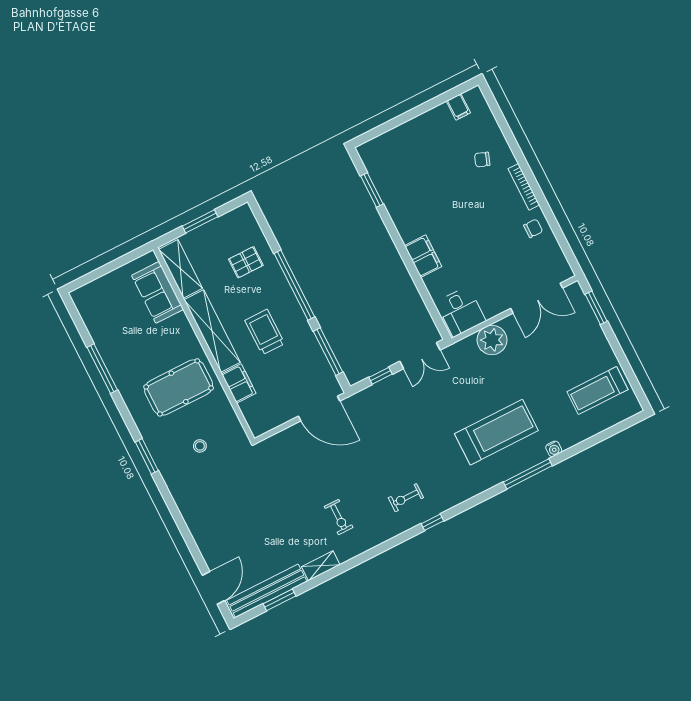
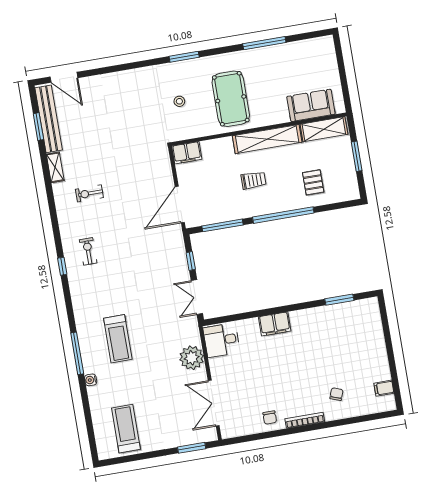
trolley: (265, 332) -> (253, 180), width x0.73, depth x0.72
filing cabinet: (239, 383) -> (187, 153), moved
treadmill: (496, 432) -> (118, 339), width x0.73, depth x0.73

